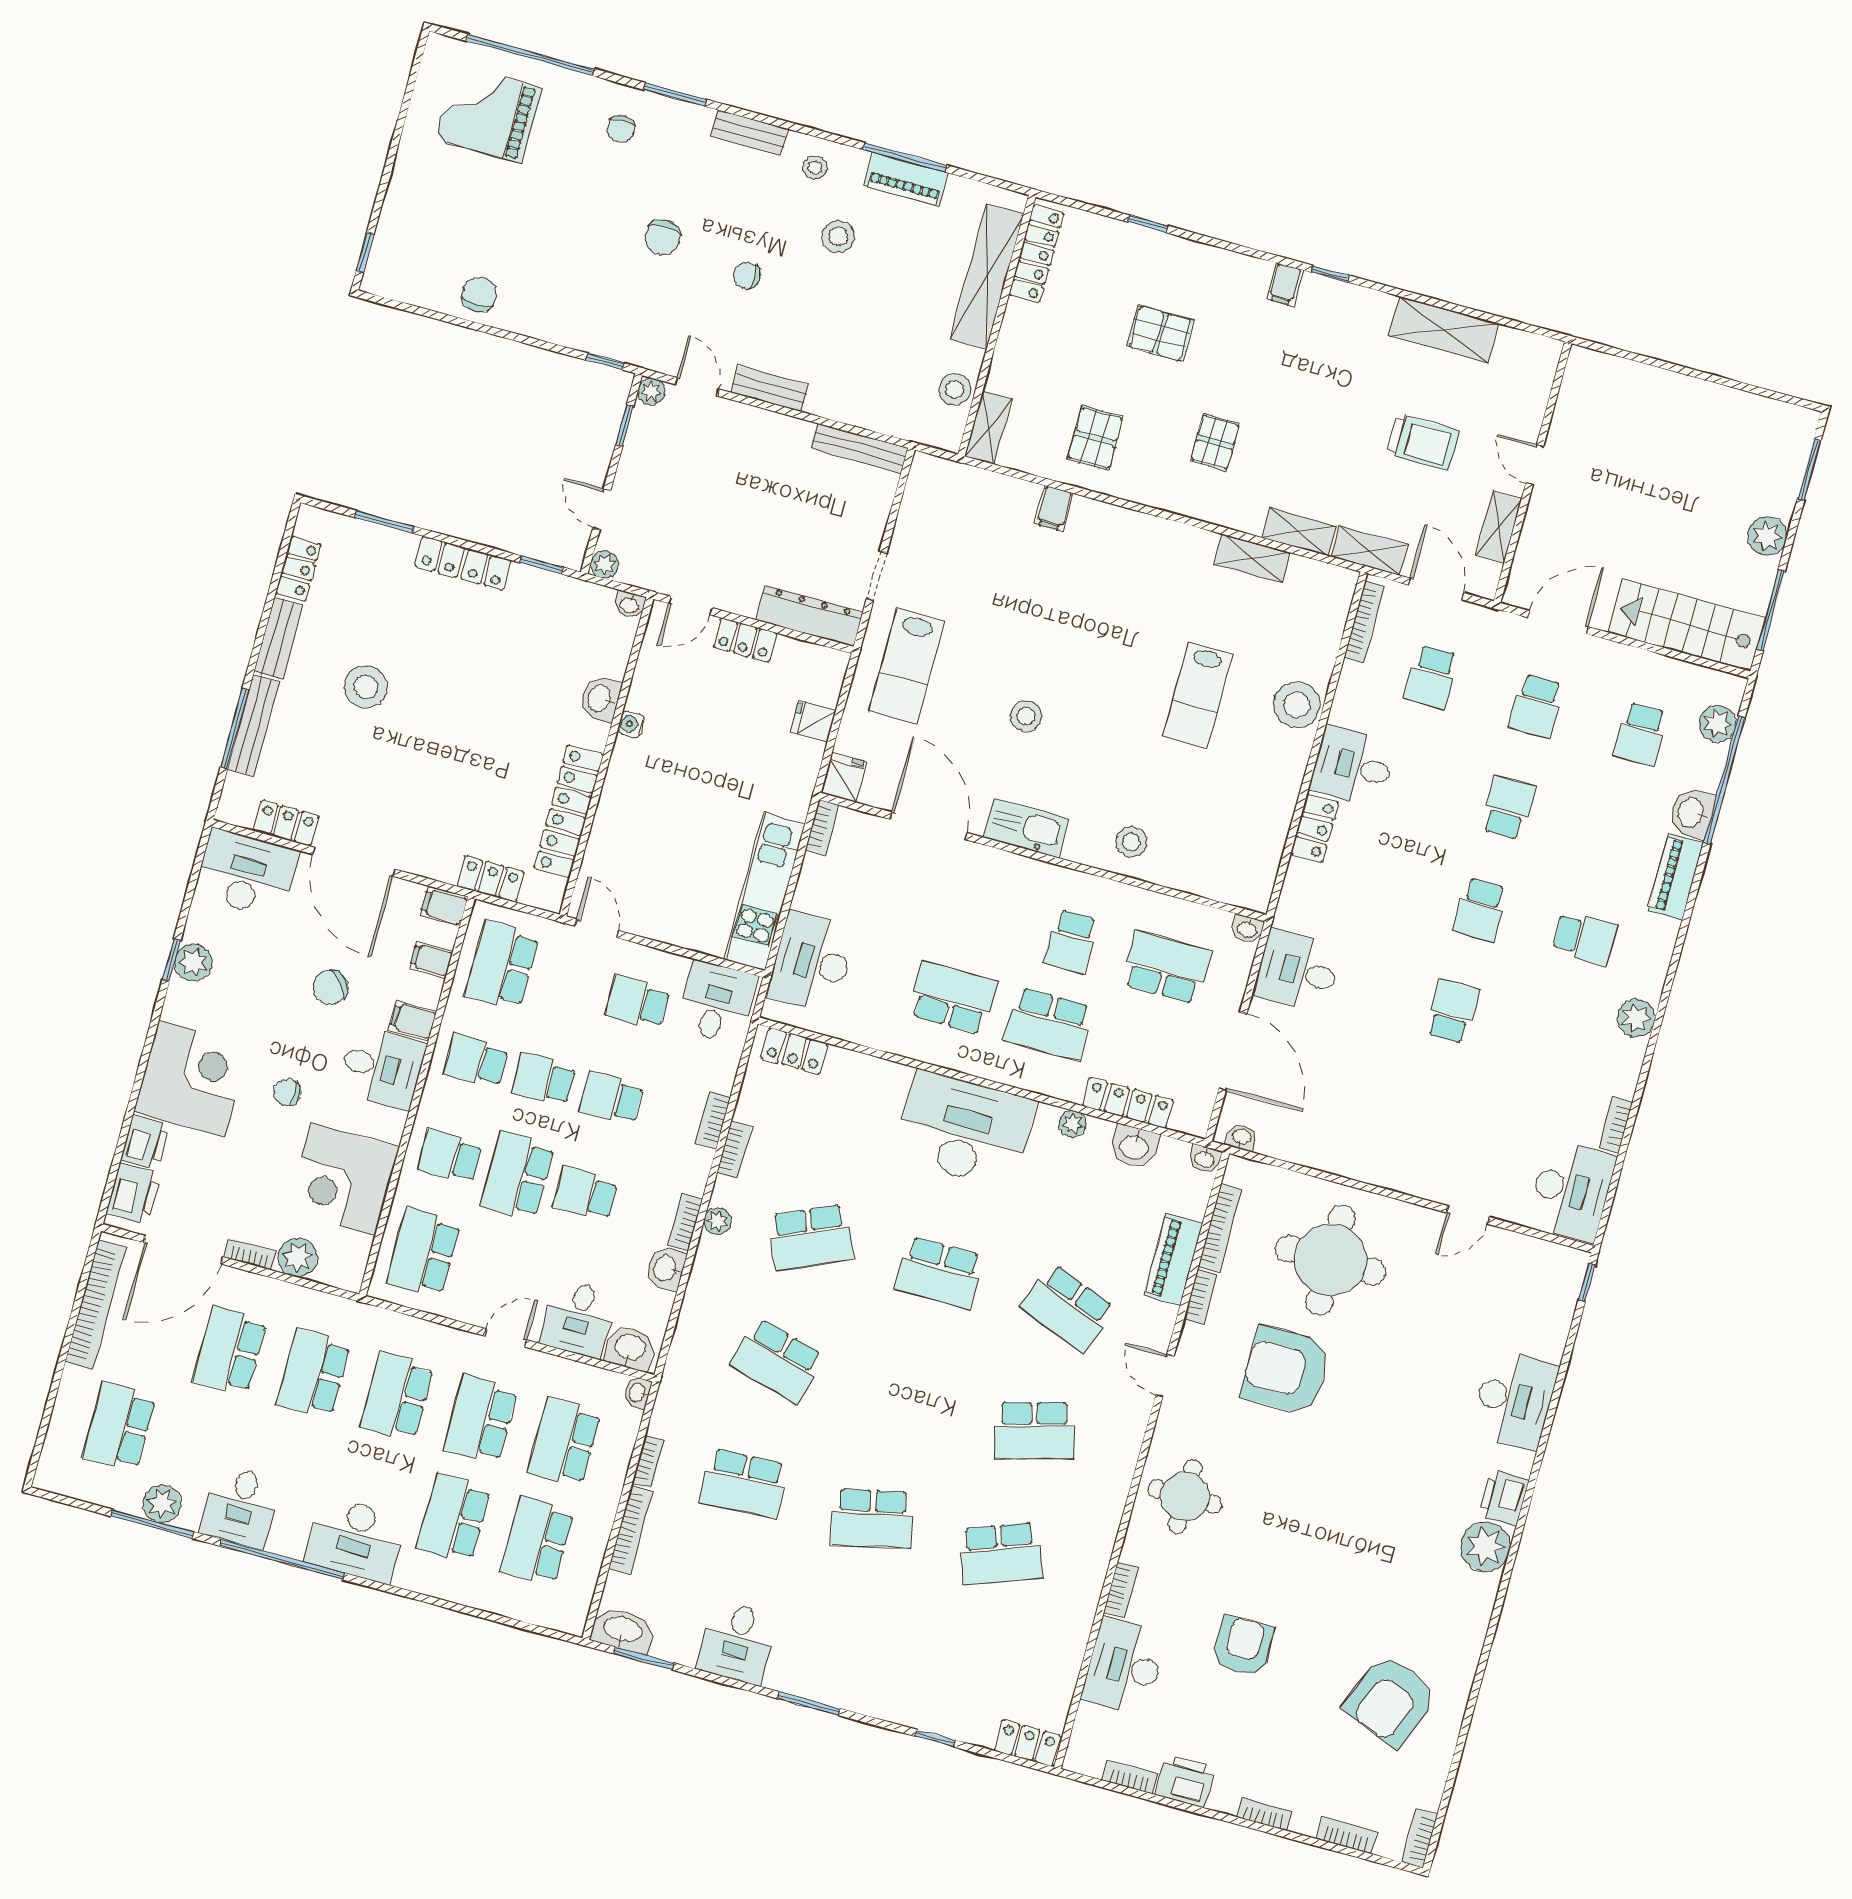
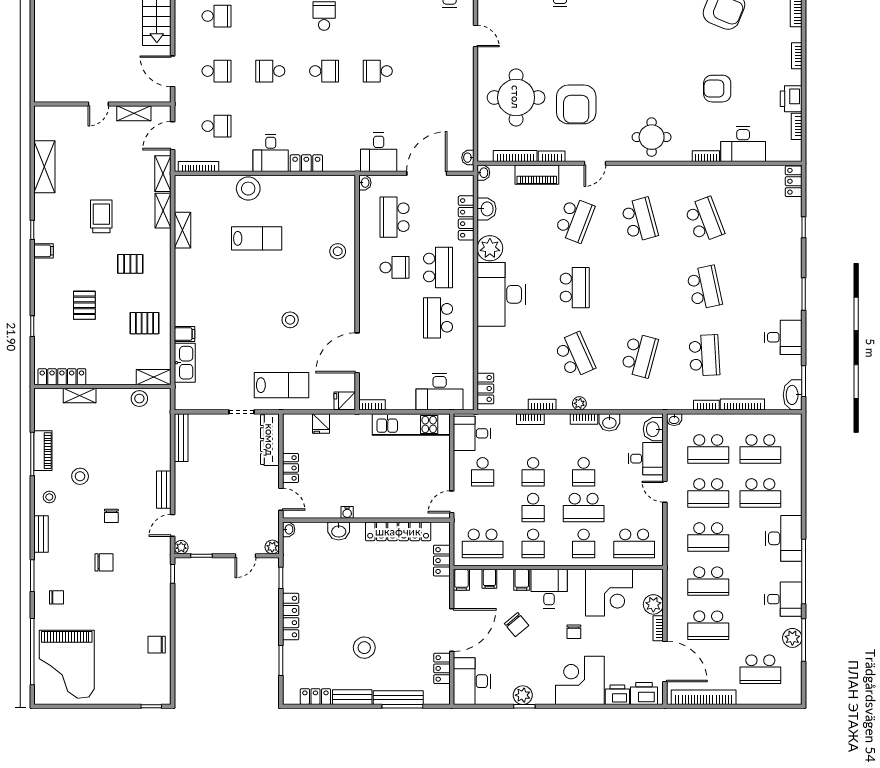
grand piano: (489, 114) -> (67, 664), width x1.37, depth x1.48
shelving: (987, 276) -> (80, 396), width x0.45, depth x0.75
trolley: (1423, 442) -> (101, 216), moved
kitchen sink: (1026, 828) -> (185, 363), moved, turned 180
plant: (1072, 1124) -> (490, 248), width x1.87, depth x1.87

